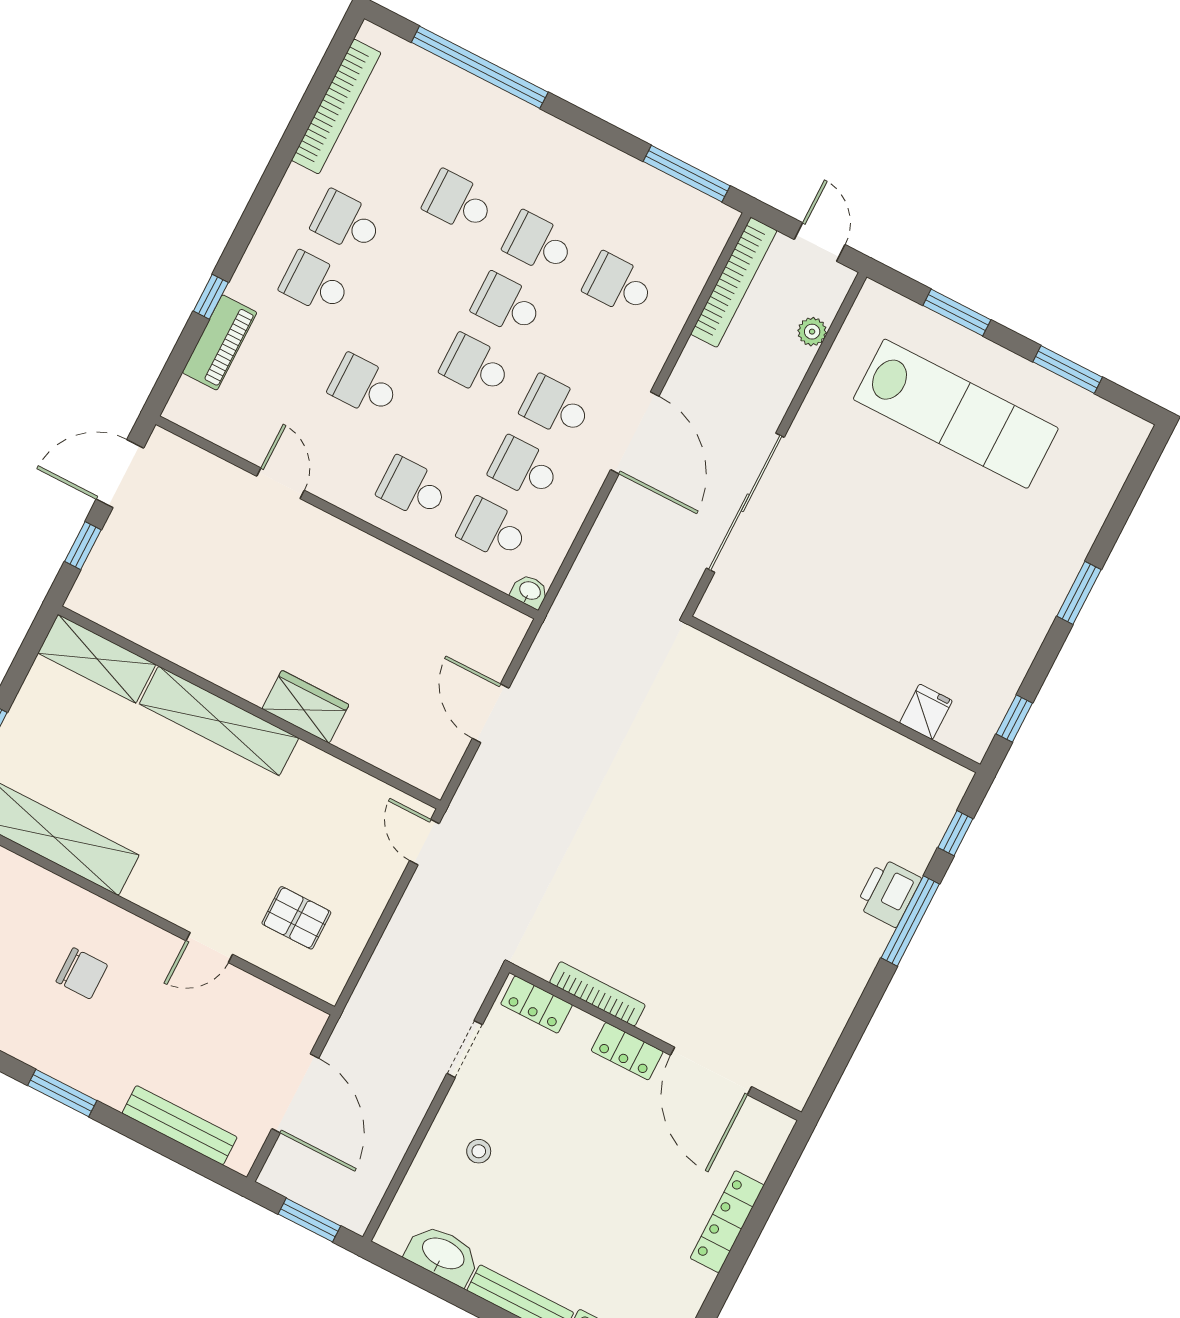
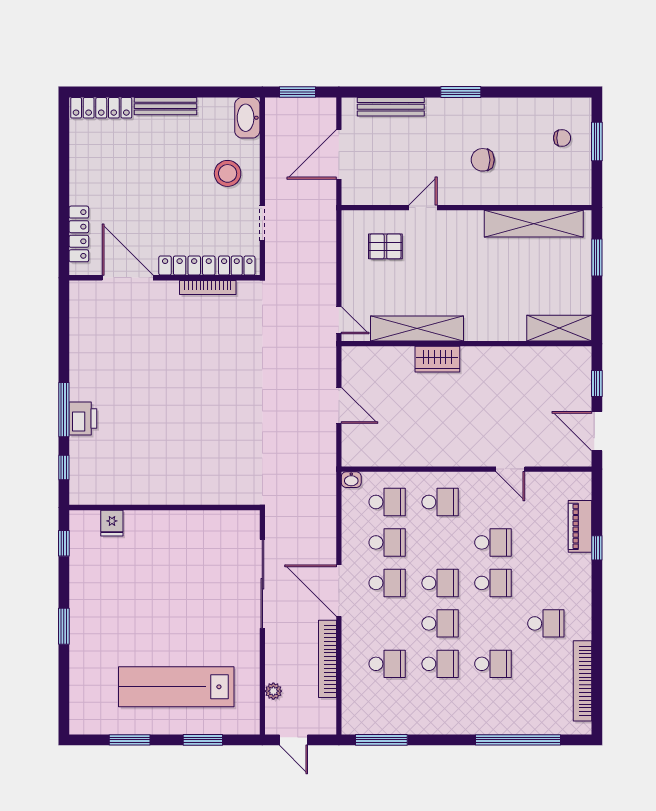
bookcase: (734, 282) -> (328, 659), moved
school desk: (315, 283) -> (493, 583), moved
door: (120, 474) -> (597, 431), swing flipped
shelving: (219, 721) -> (417, 328), moved
locker: (627, 1051) -> (187, 266), width x1.53
door: (295, 1093) -> (339, 154), hinge flipped
stool: (479, 1151) -> (228, 173), width x1.89, depth x1.89
locker: (727, 1222) -> (79, 234), moved
washbasin: (443, 1254) -> (247, 118), moved, turned 90

